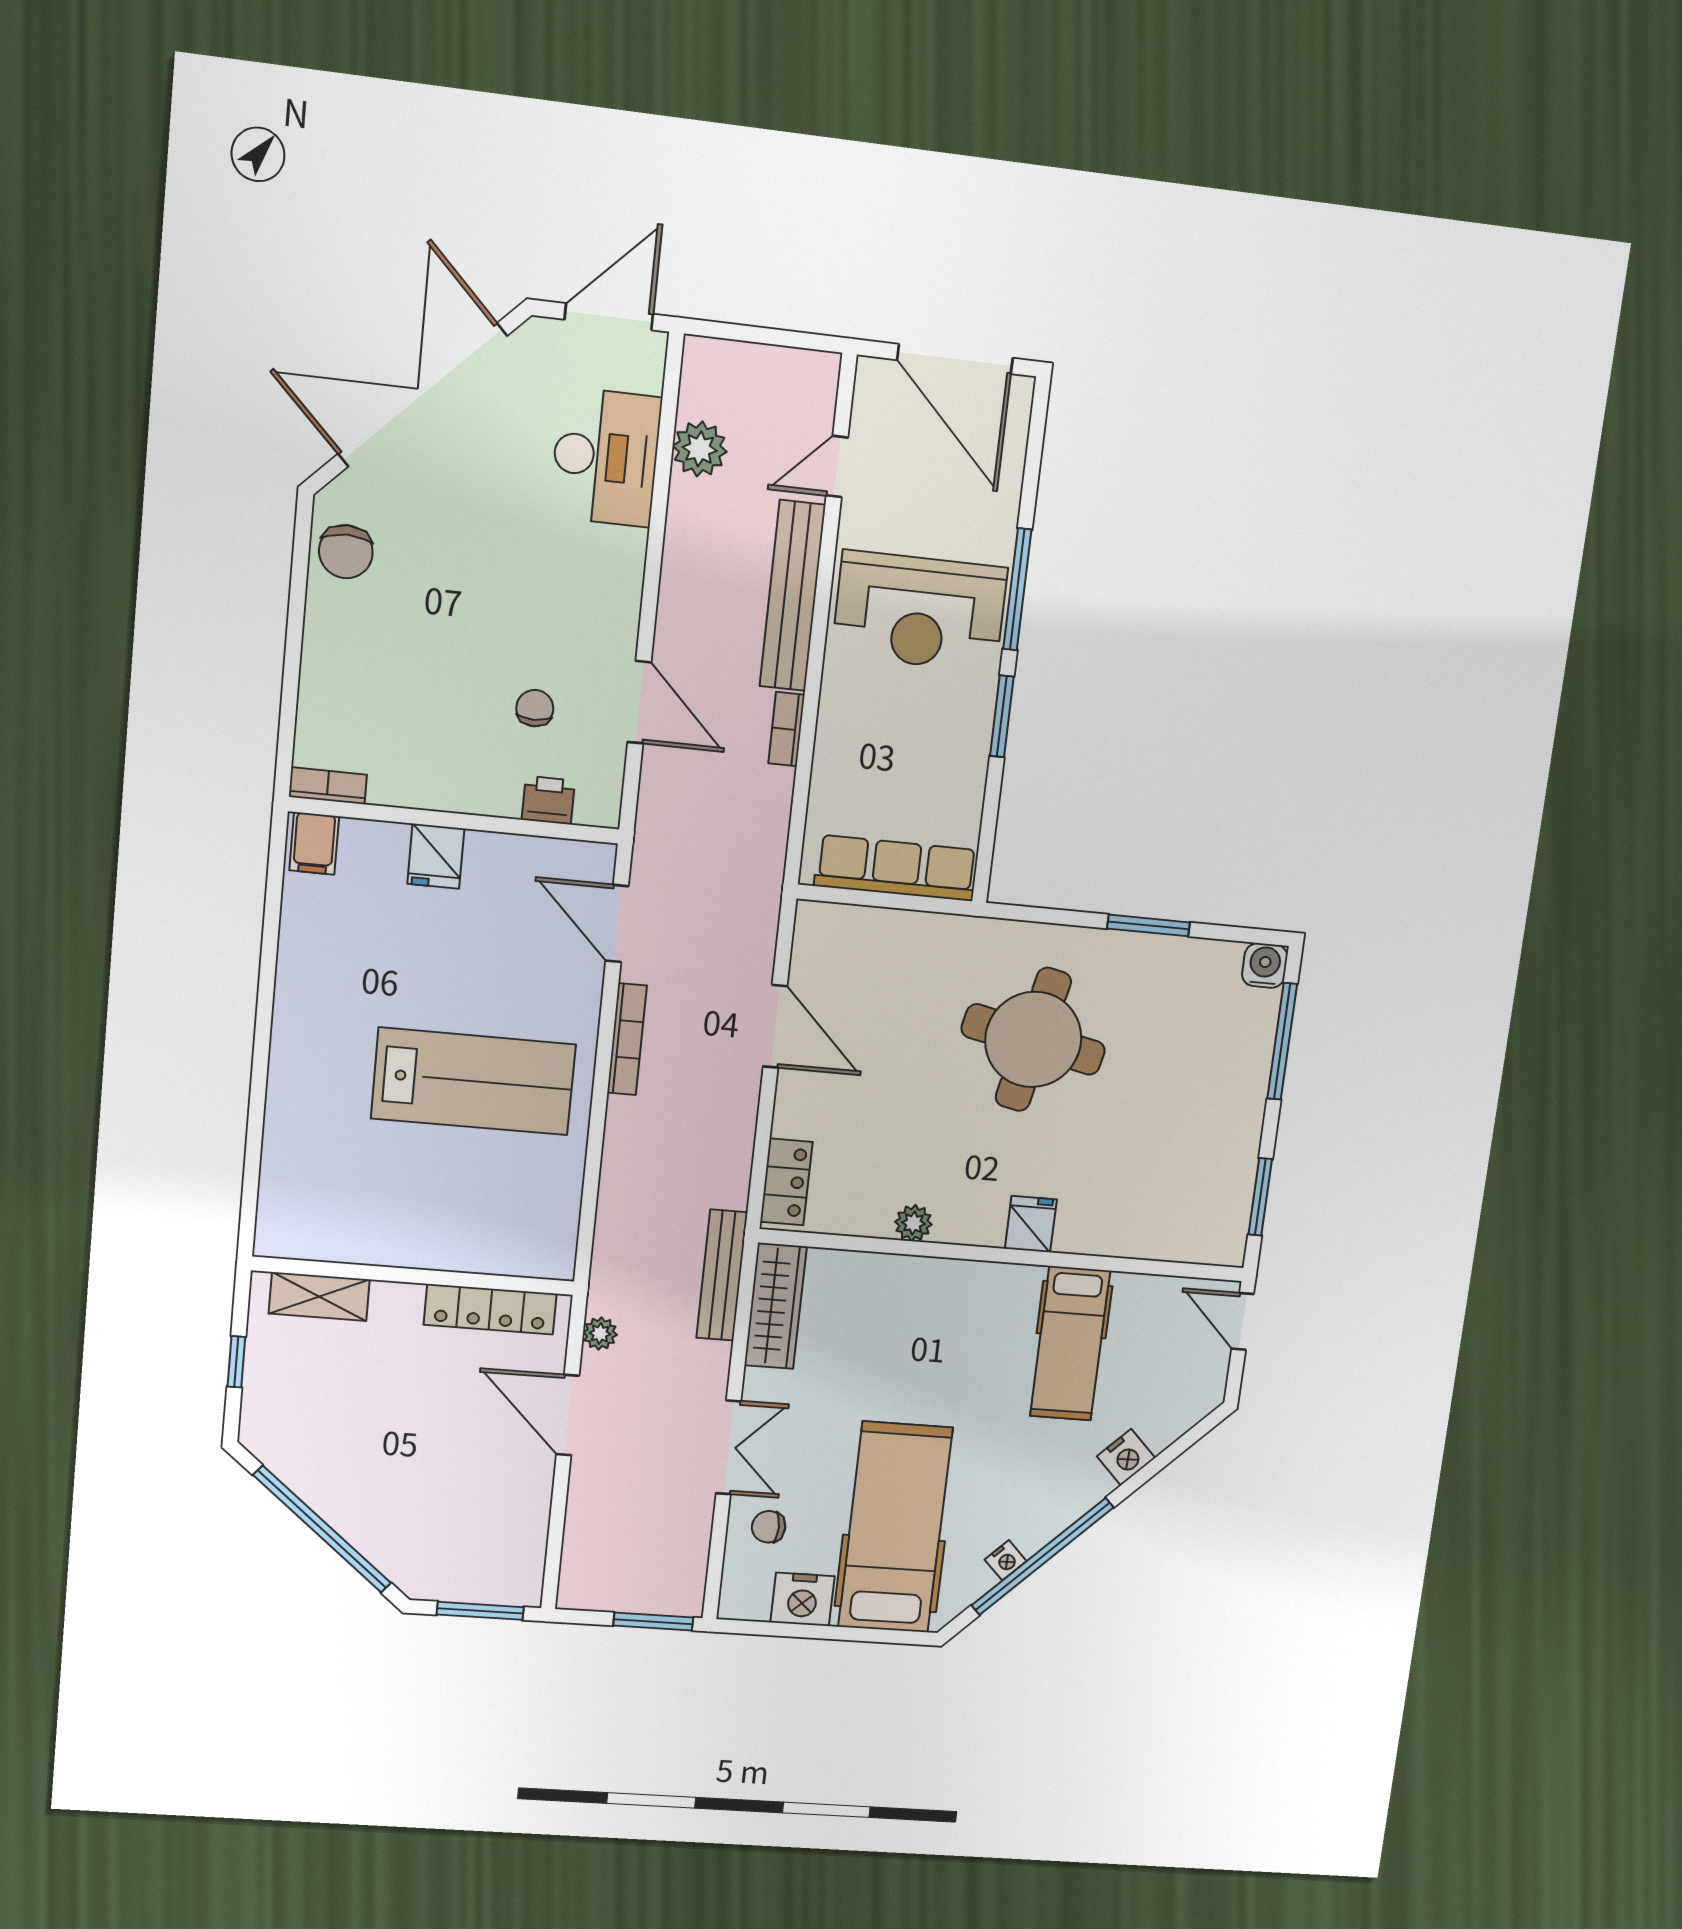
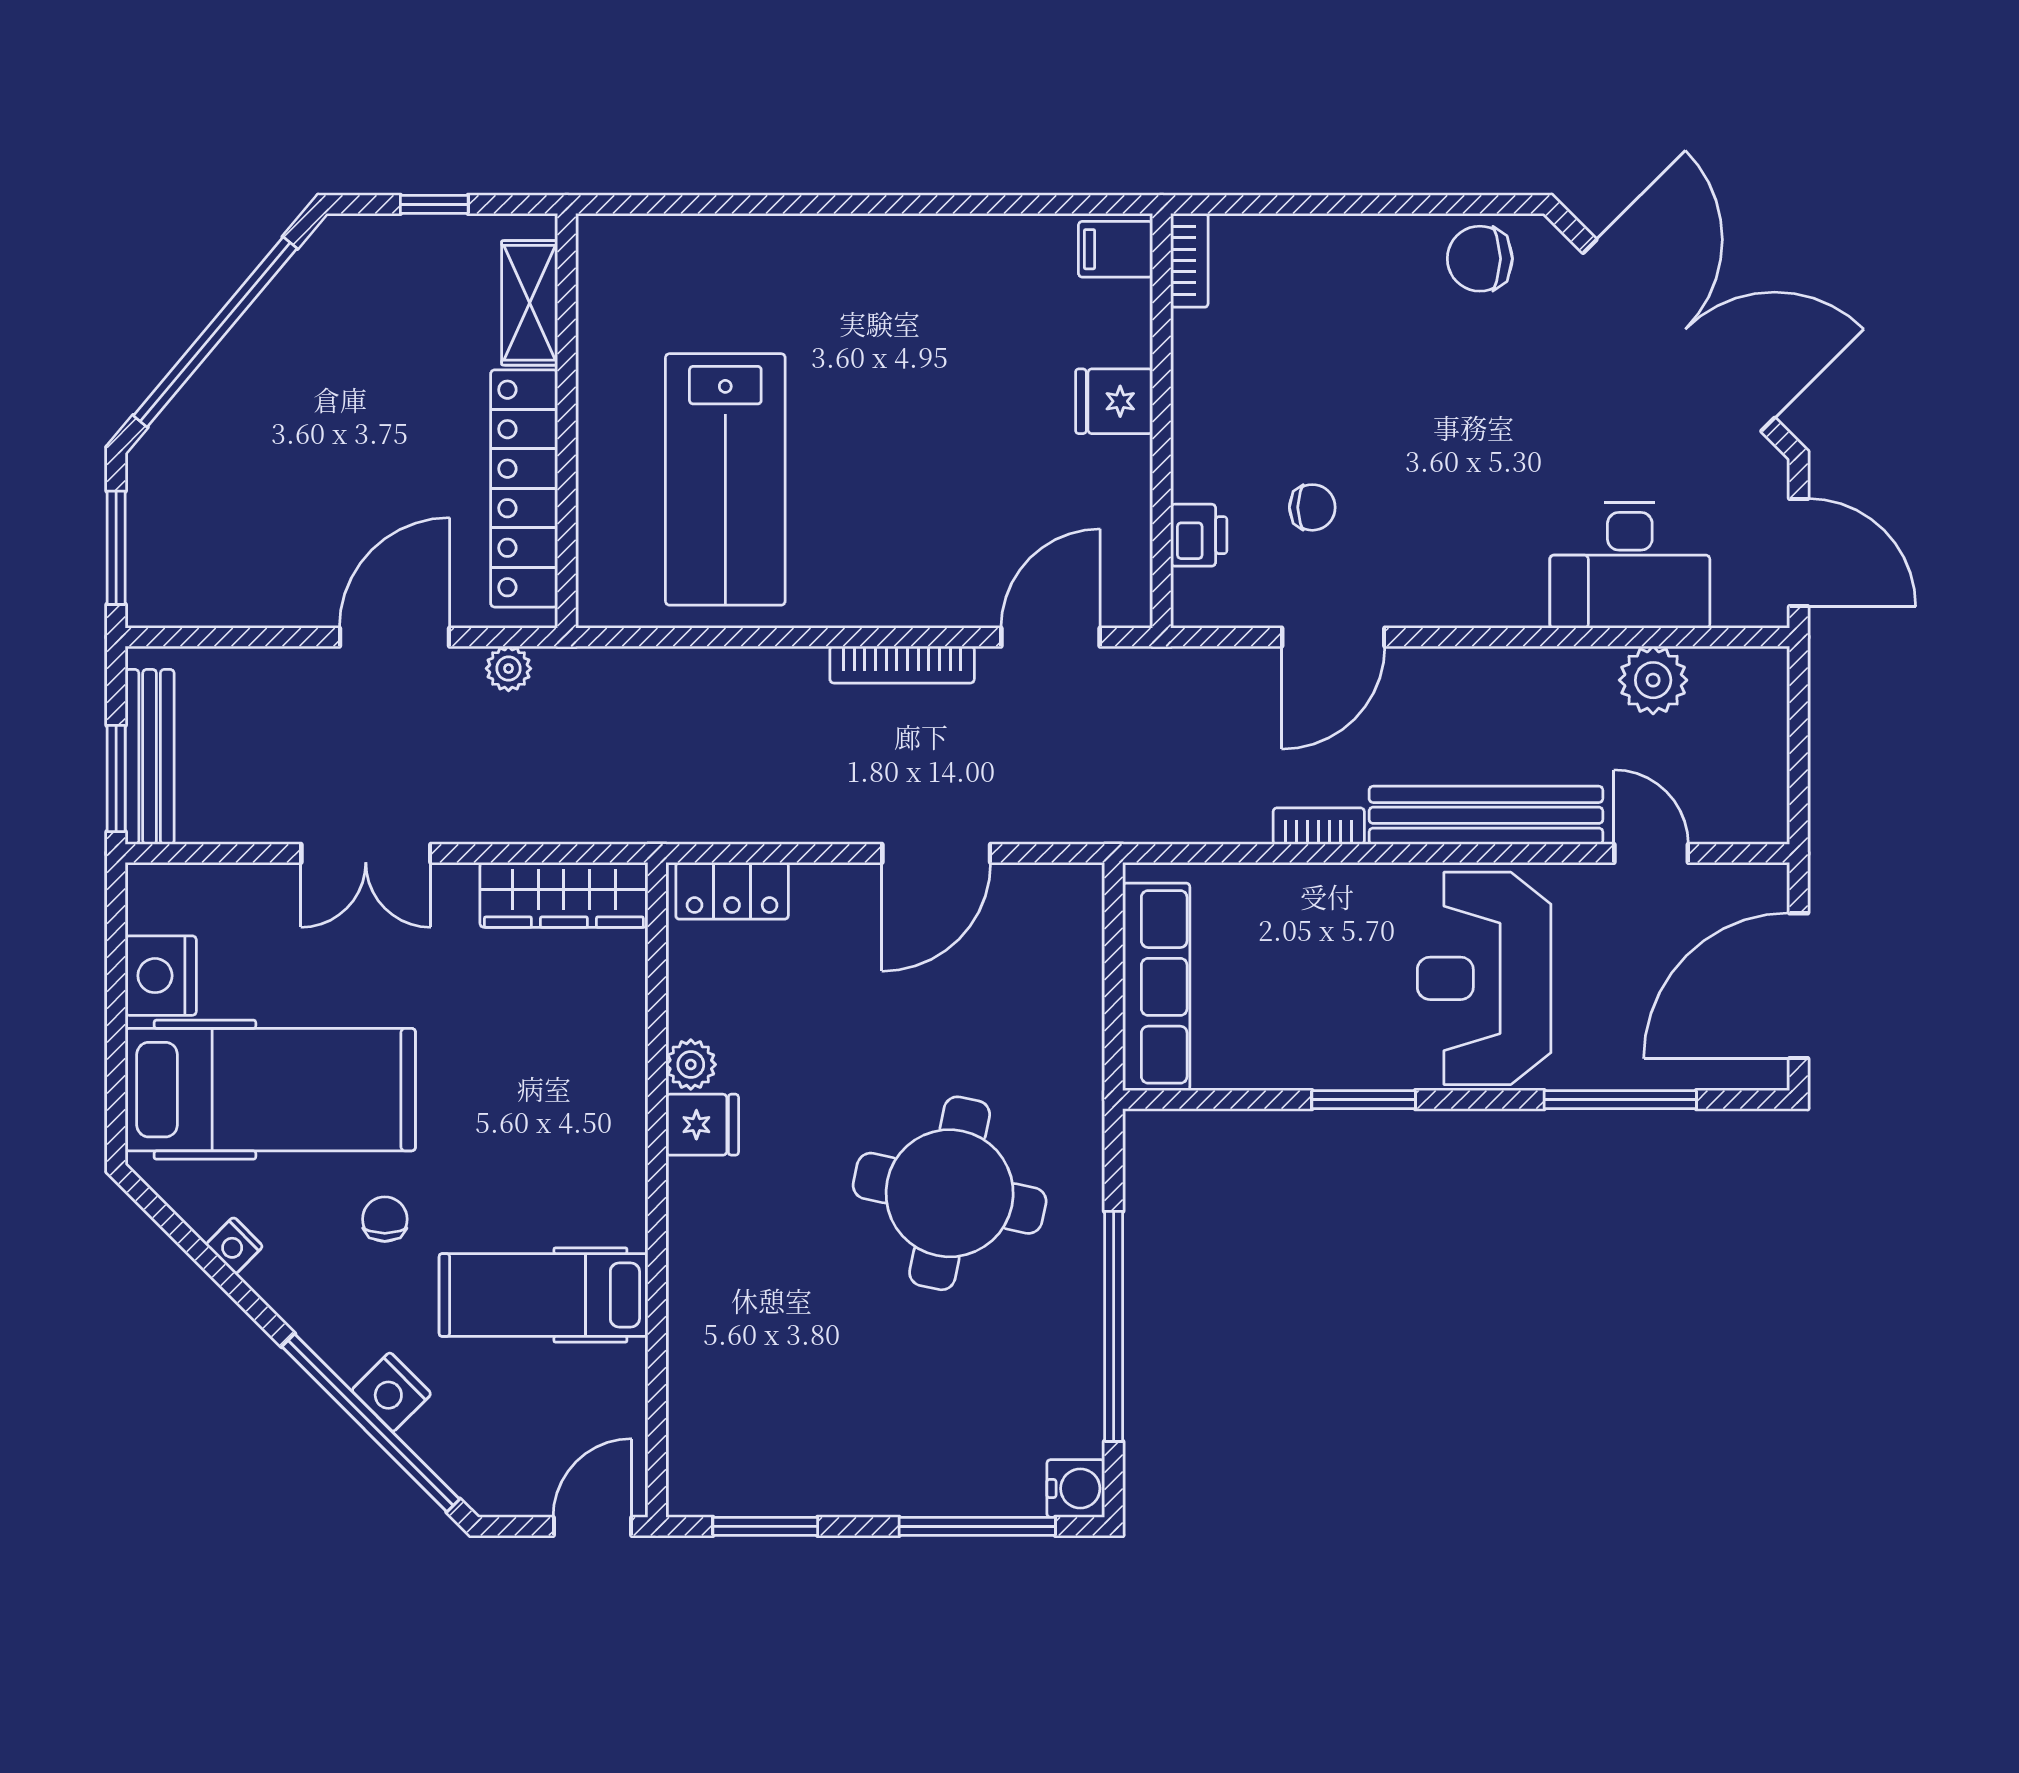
window: (1017, 589) -> (1620, 1100), moved
window: (1149, 925) -> (1114, 1326), width x2.11
lab bench: (474, 1081) -> (725, 479), moved
fridge: (1031, 1224) -> (702, 1125), moved
bench: (722, 1275) -> (150, 757), moved, turned 90
locker: (490, 1309) -> (524, 488), width x1.41, depth x1.21
chair: (769, 1527) -> (385, 1219), moved
window: (1043, 1556) -> (371, 1423), moved

